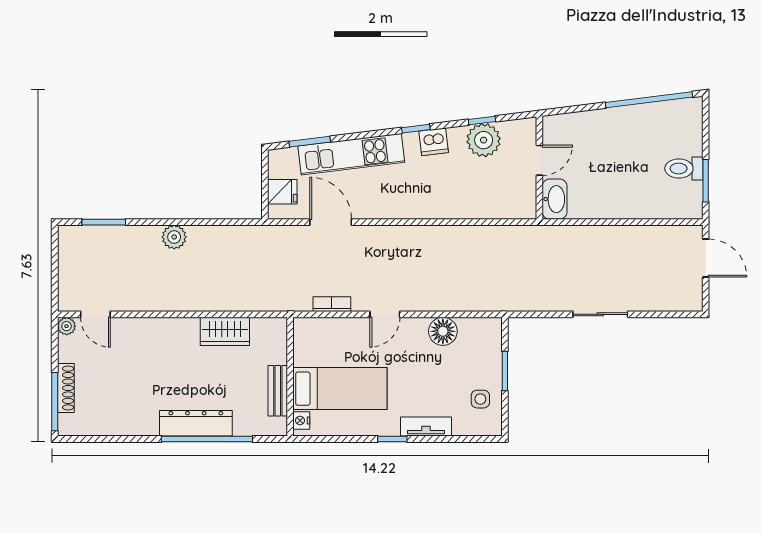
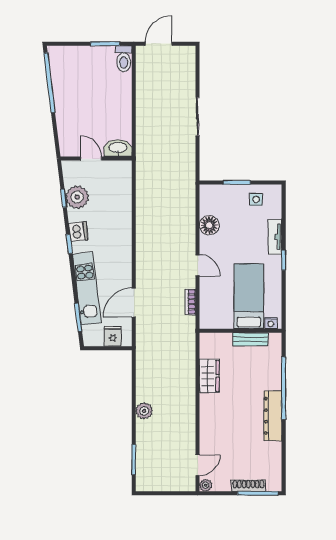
toilet: (684, 168) -> (124, 59), moved
dresser: (196, 423) -> (273, 416), moved

